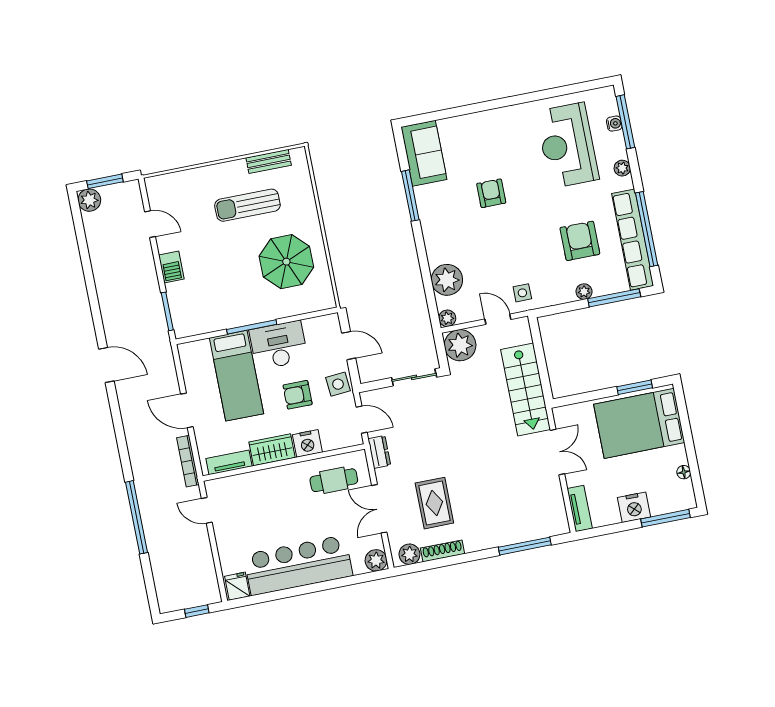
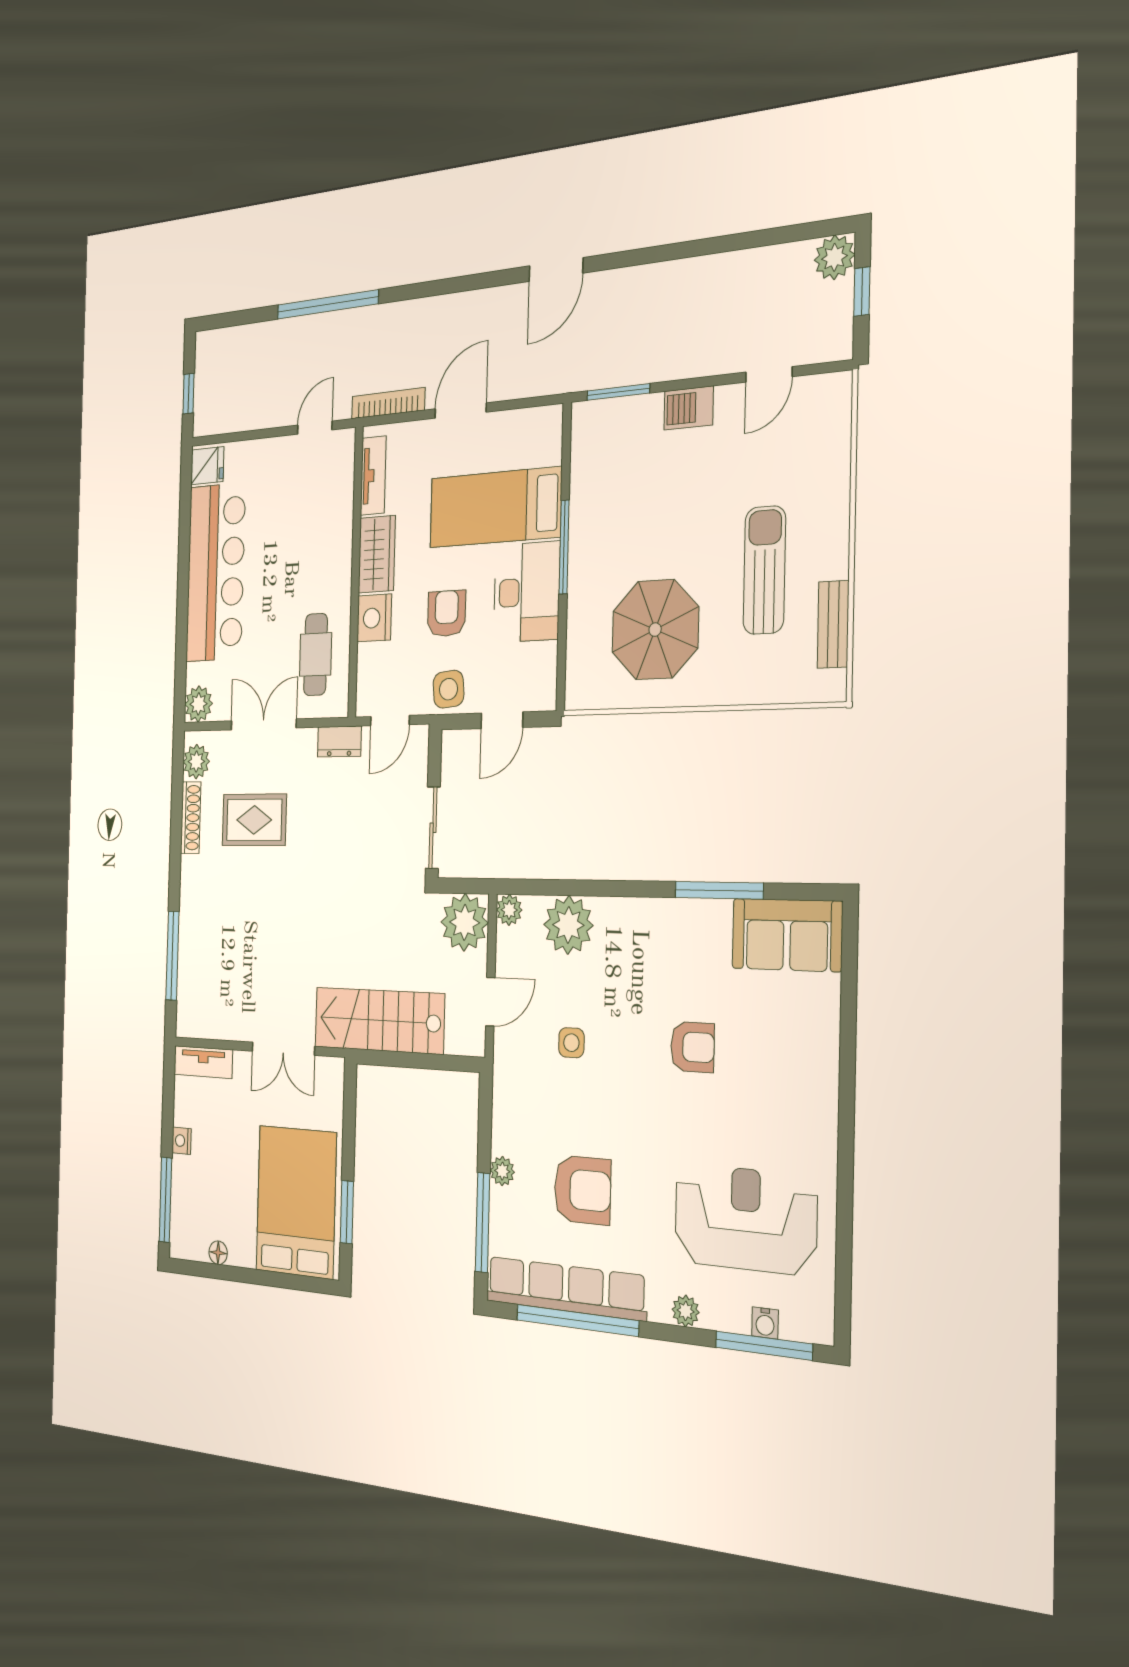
window: (105, 181) -> (862, 292), width x0.67
side table: (522, 293) -> (571, 1043), moved
nightstand: (634, 507) -> (181, 1141), width x0.53, depth x0.56

